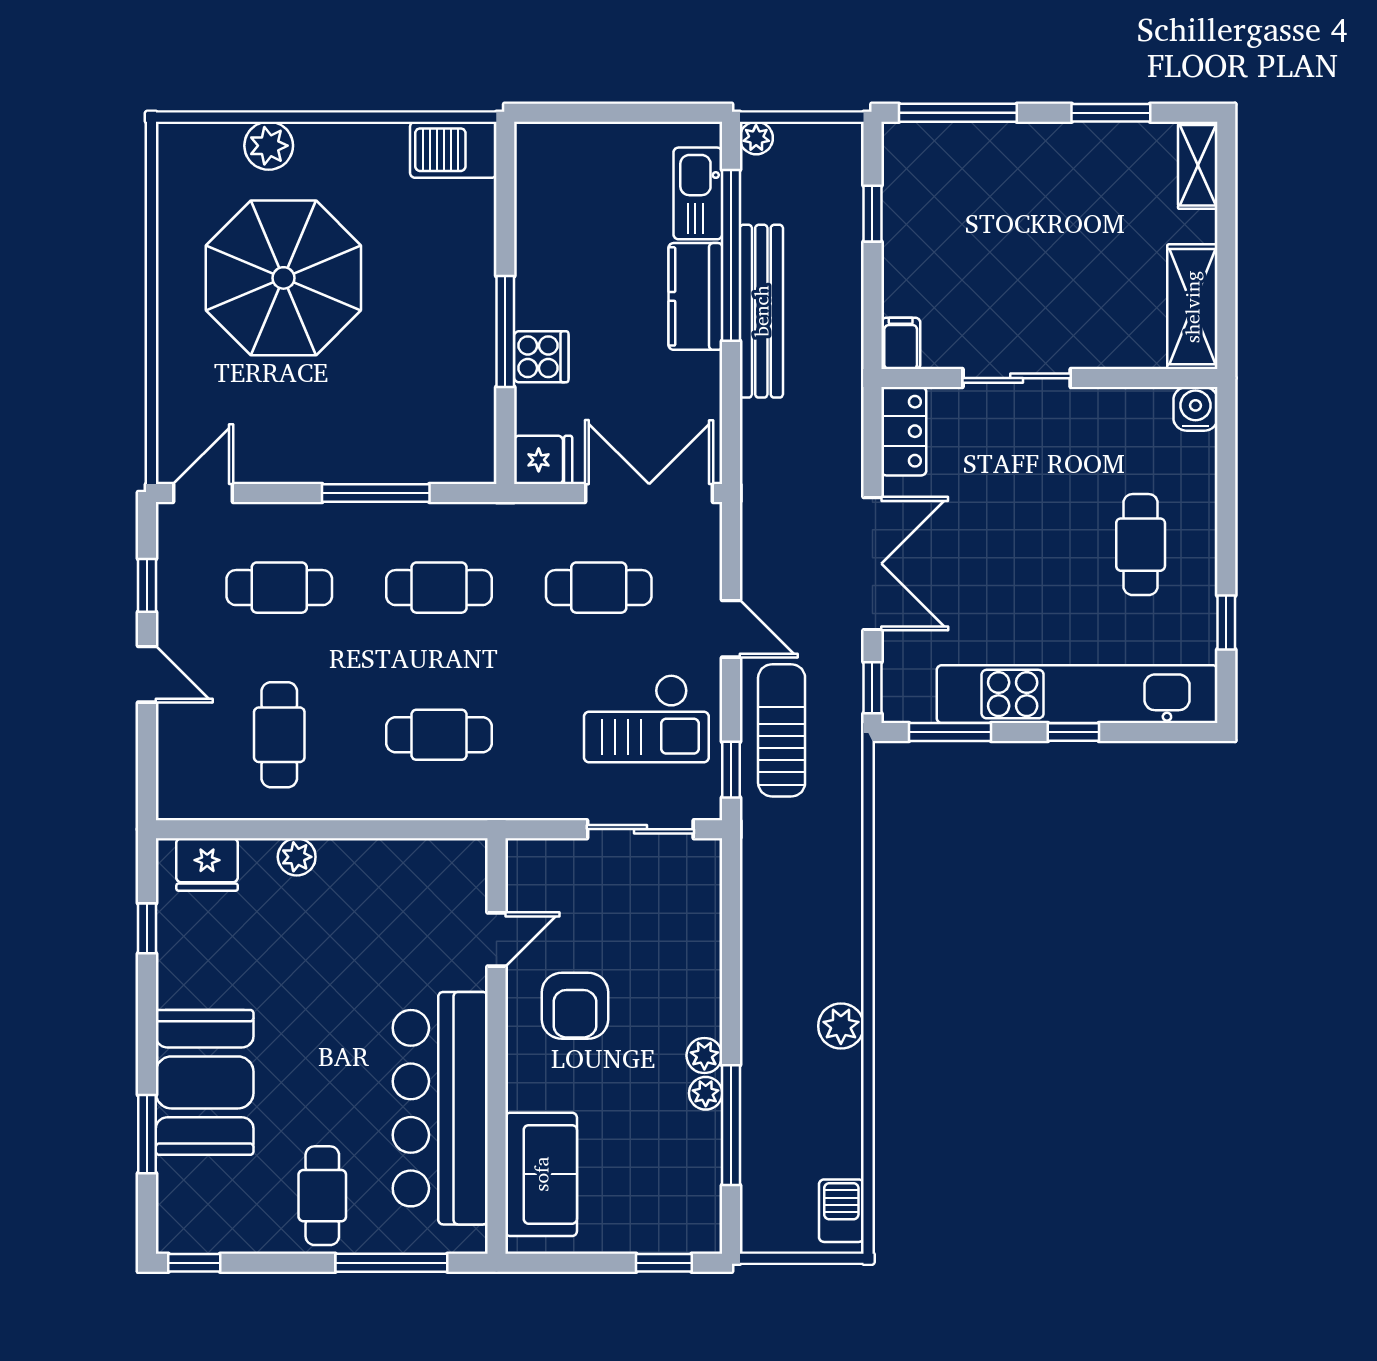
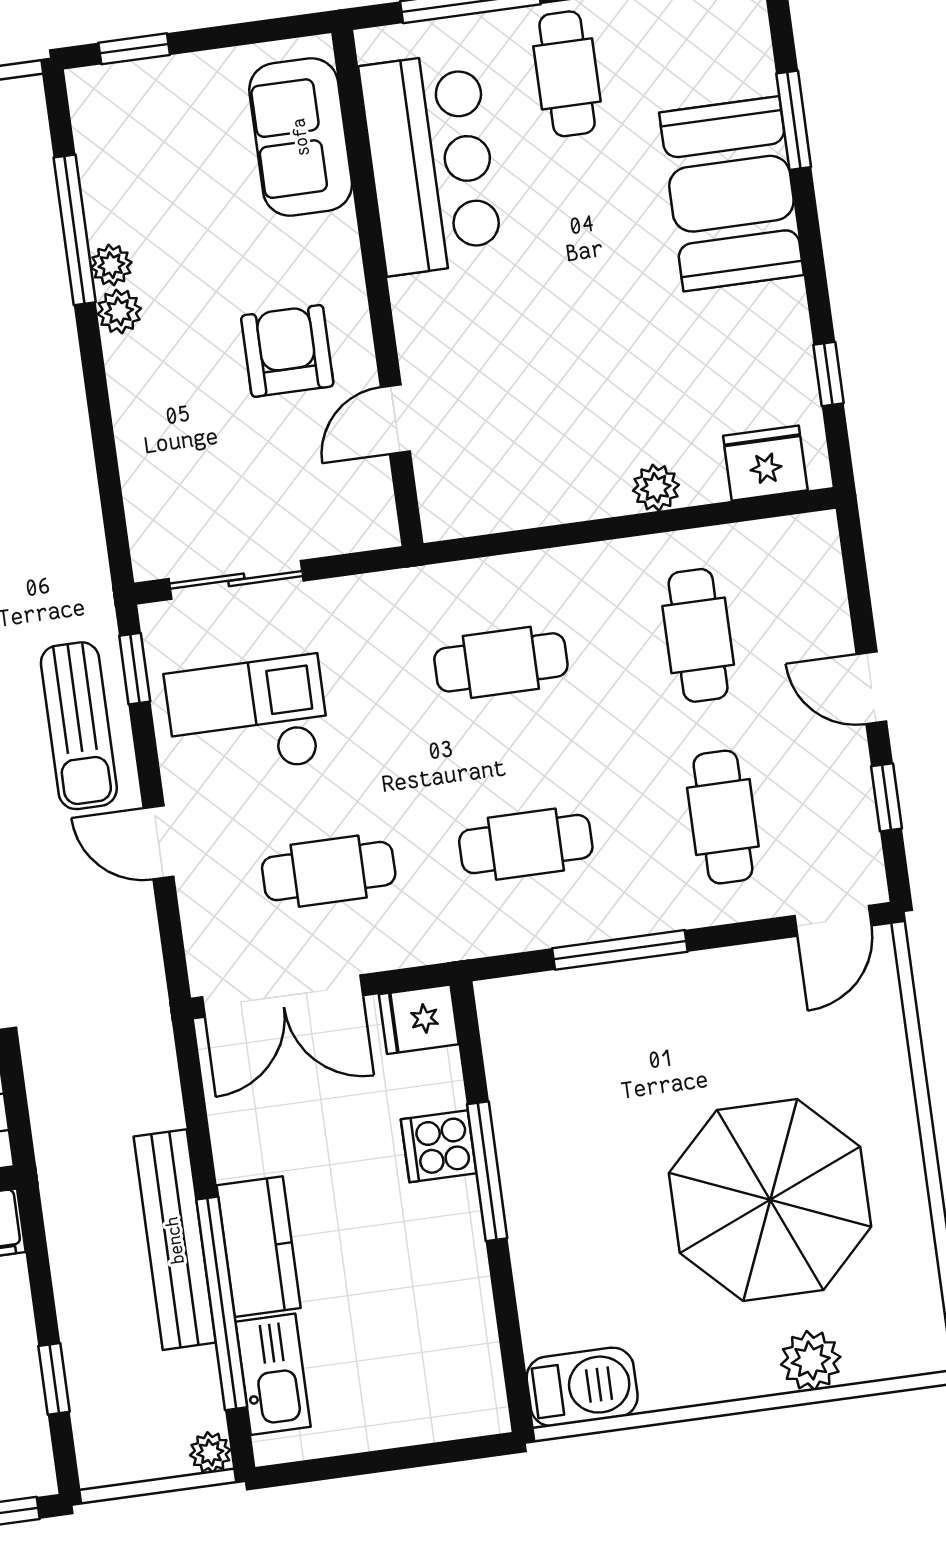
cafe table: (279, 588) -> (723, 817), turned 90
bar counter: (440, 1108) -> (431, 163), width x0.73

